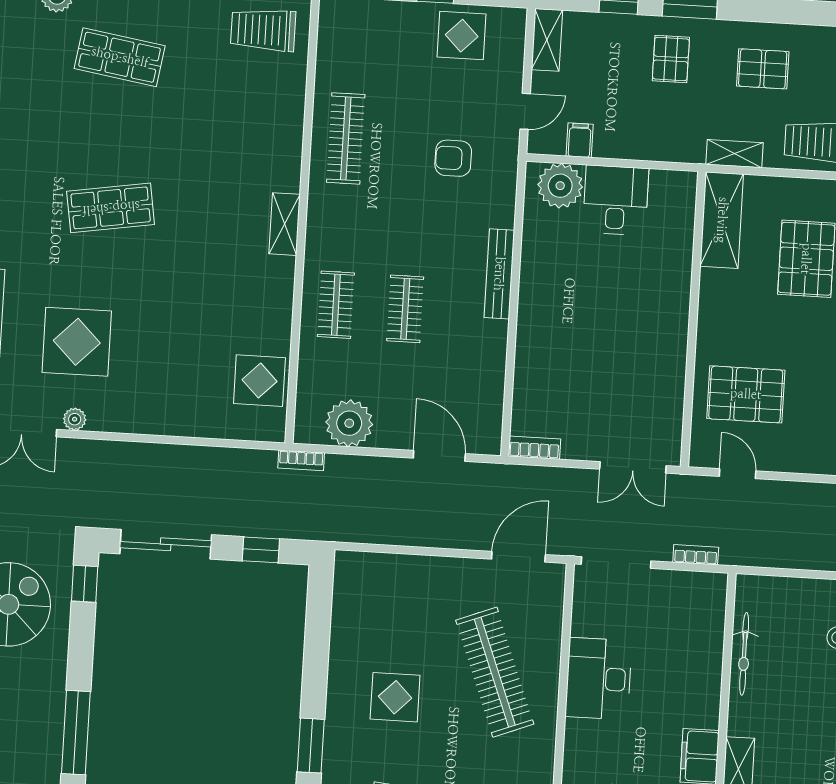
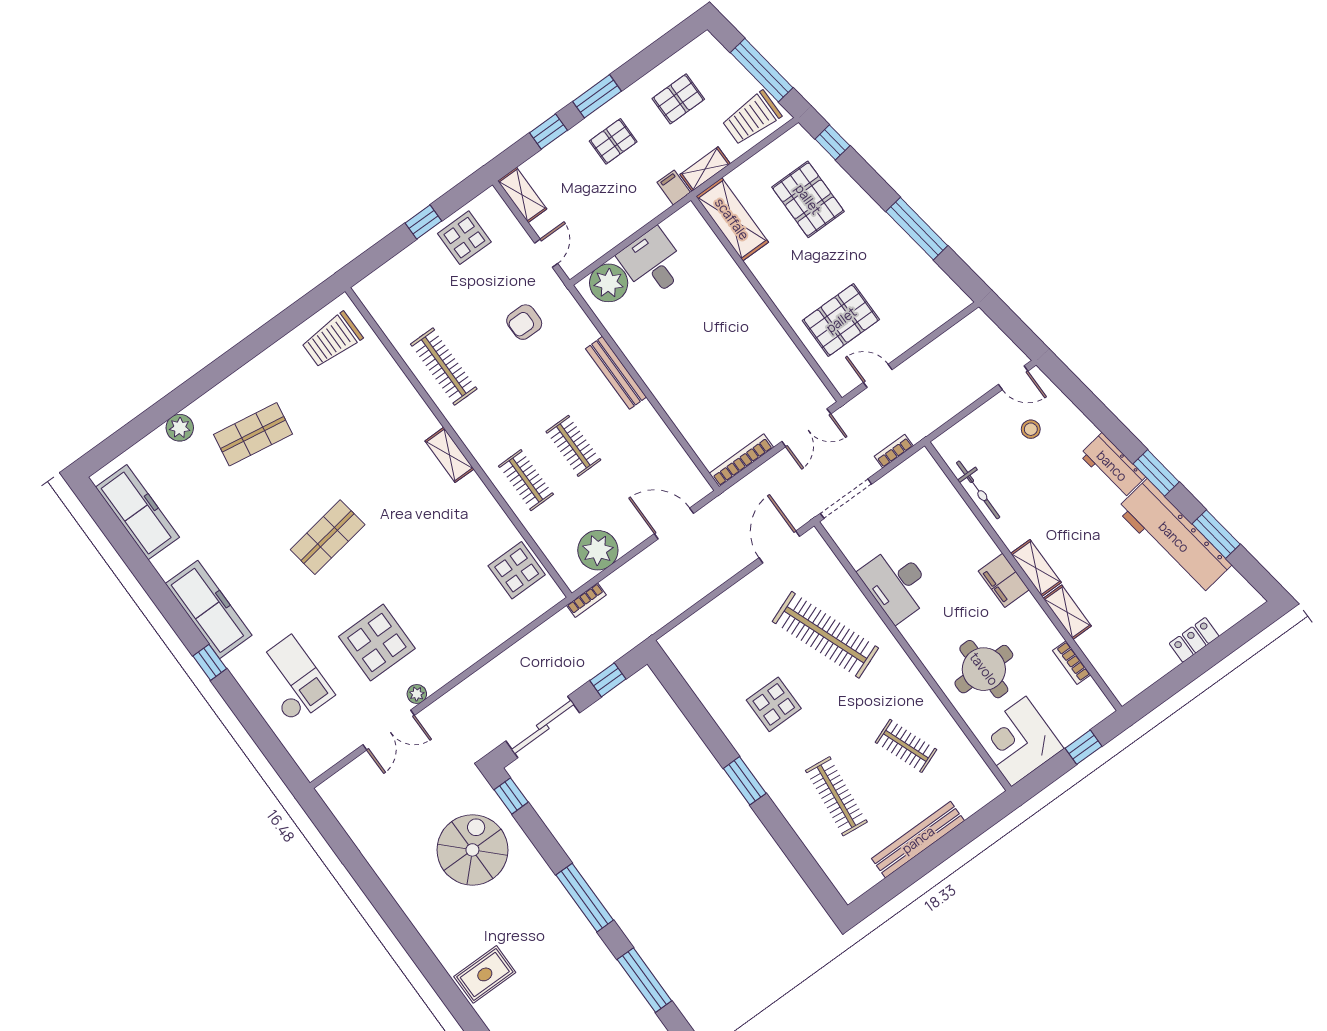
pallet: (671, 59) -> (613, 141), turned 90
filing cabinet: (580, 140) -> (674, 187), moved
bookcase: (534, 448) -> (741, 460), width x1.56

